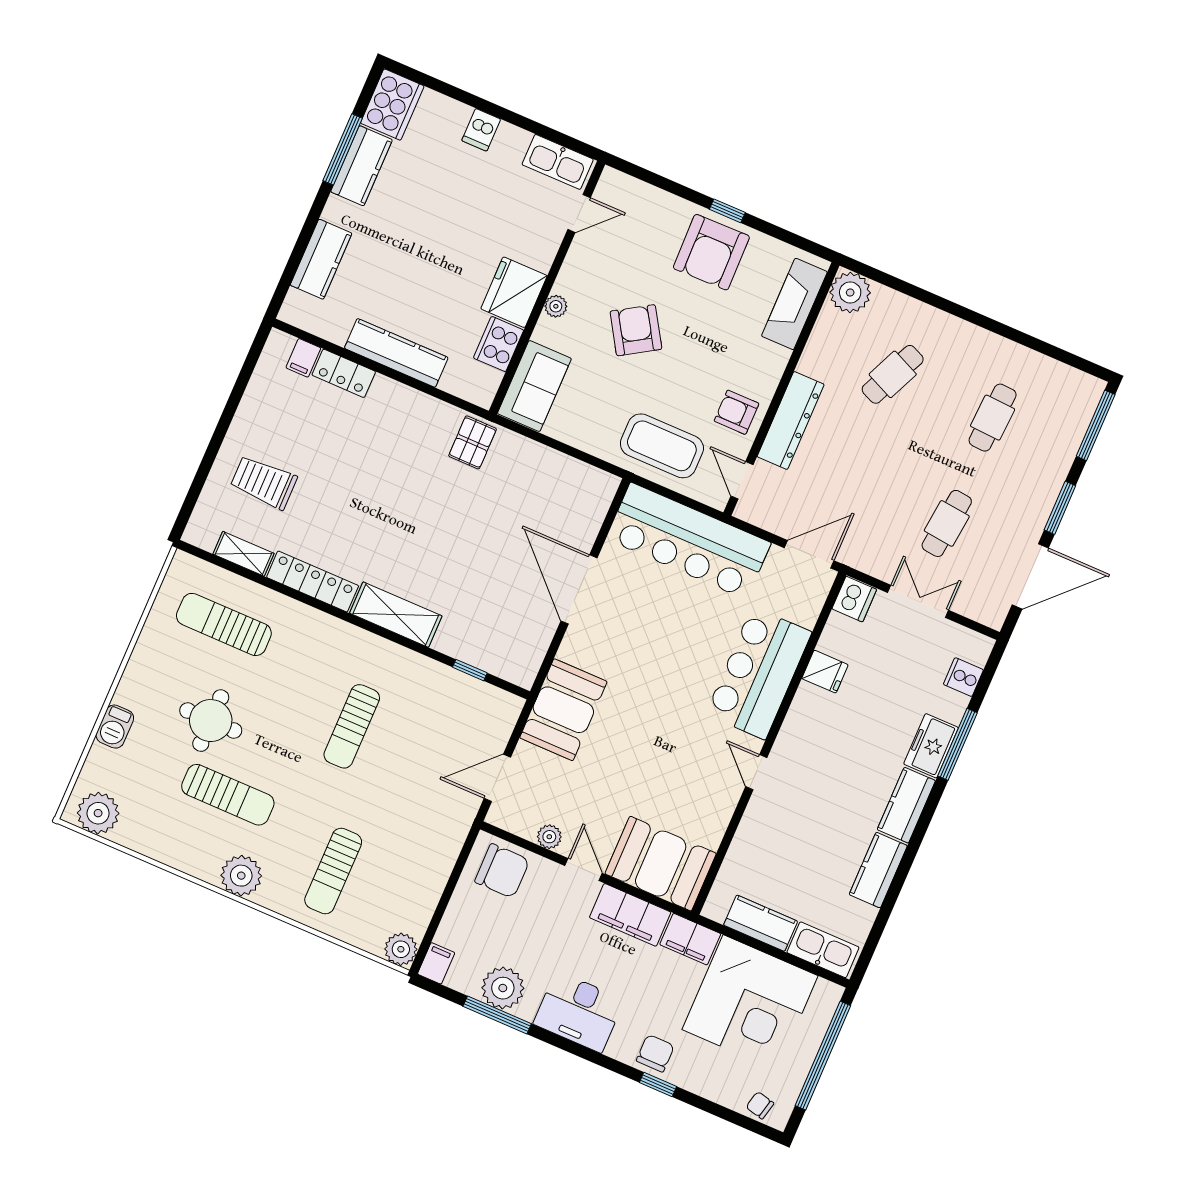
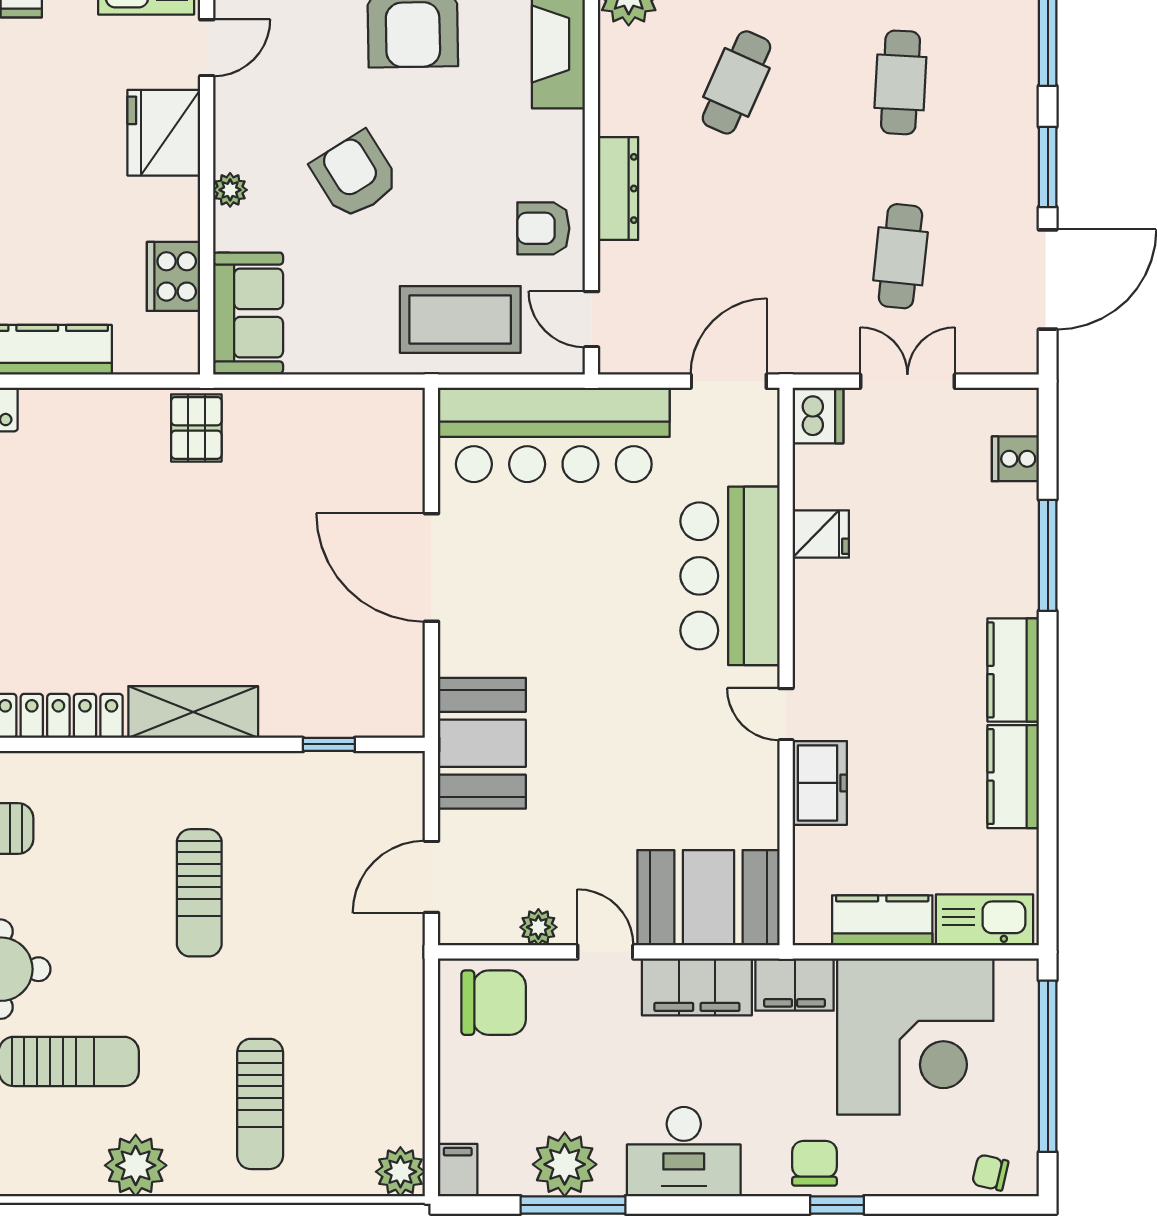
fridge: (514, 292) -> (164, 133), moved
dresser: (791, 420) -> (618, 189), width x0.73, depth x0.80
freezer: (931, 746) -> (820, 783), moved, turned 180

